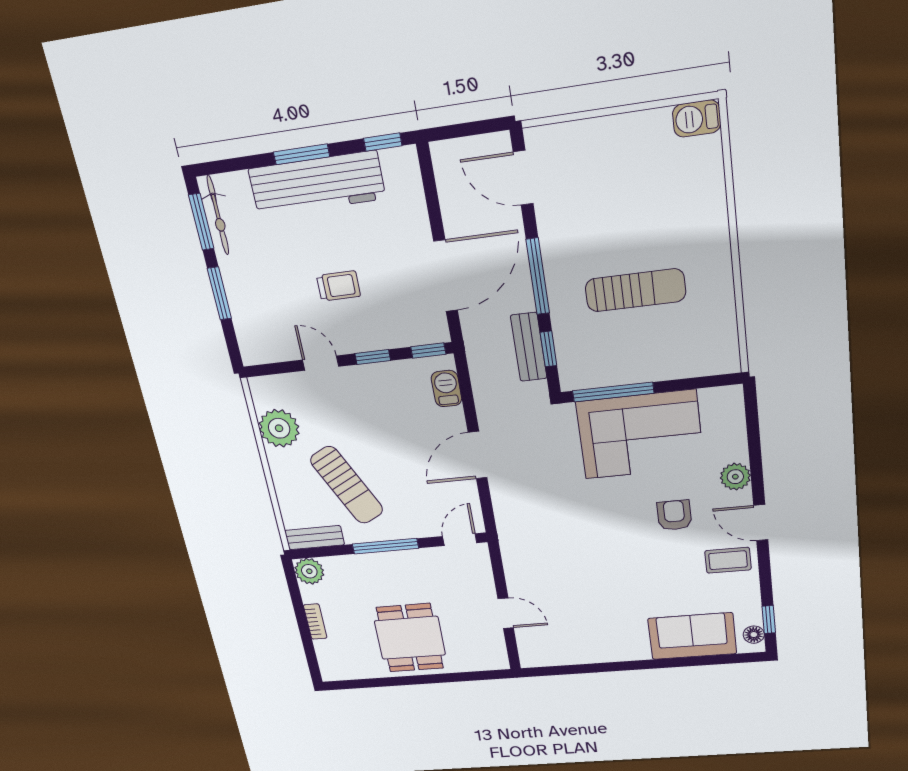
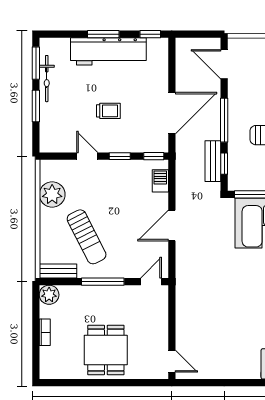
bicycle: (218, 215) -> (47, 79), moved
door: (506, 613) -> (172, 361), moved

